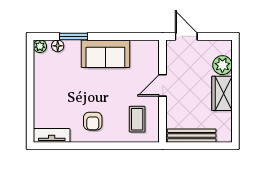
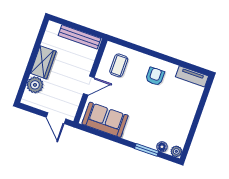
sofa: (105, 54) -> (105, 120), moved

